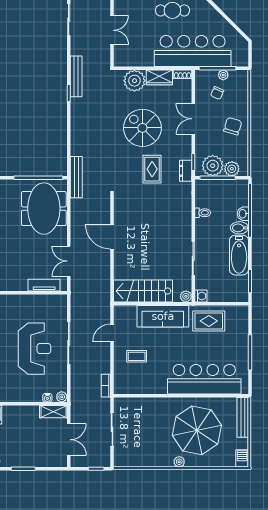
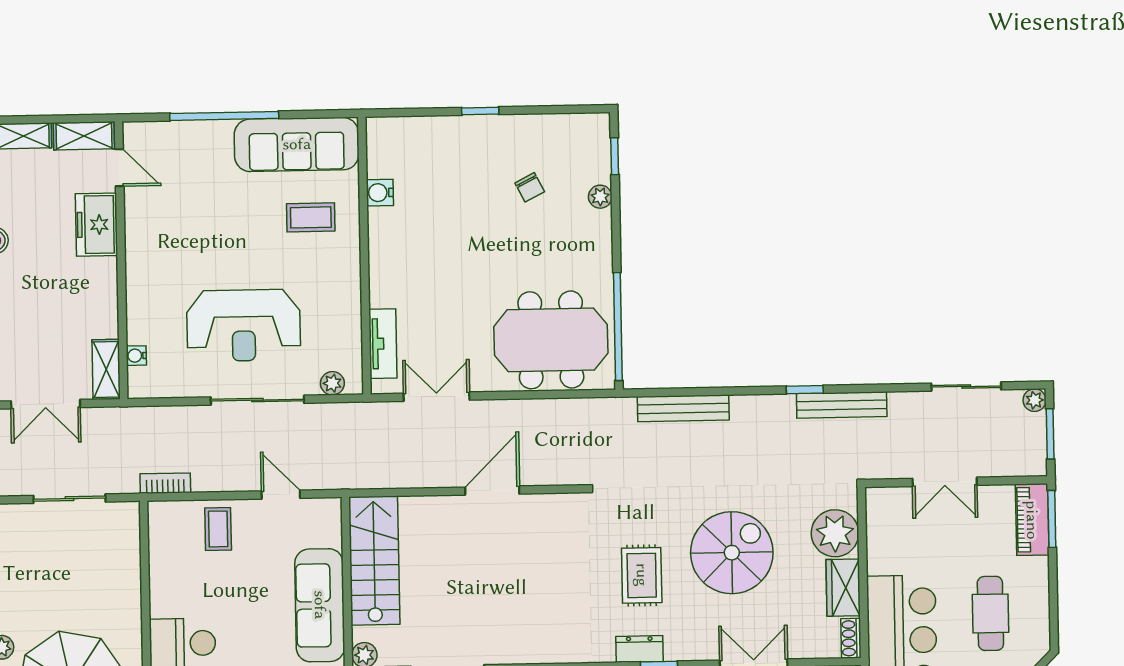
rug: (152, 169) -> (642, 575), turned 90
bench: (76, 177) -> (683, 408), moved
coffee table: (137, 356) -> (218, 529), moved
plant: (62, 397) -> (332, 383), moved

